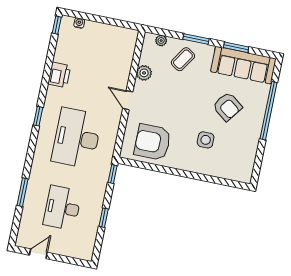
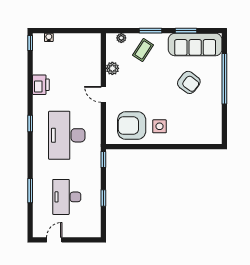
side table: (206, 140) -> (160, 126), moved

